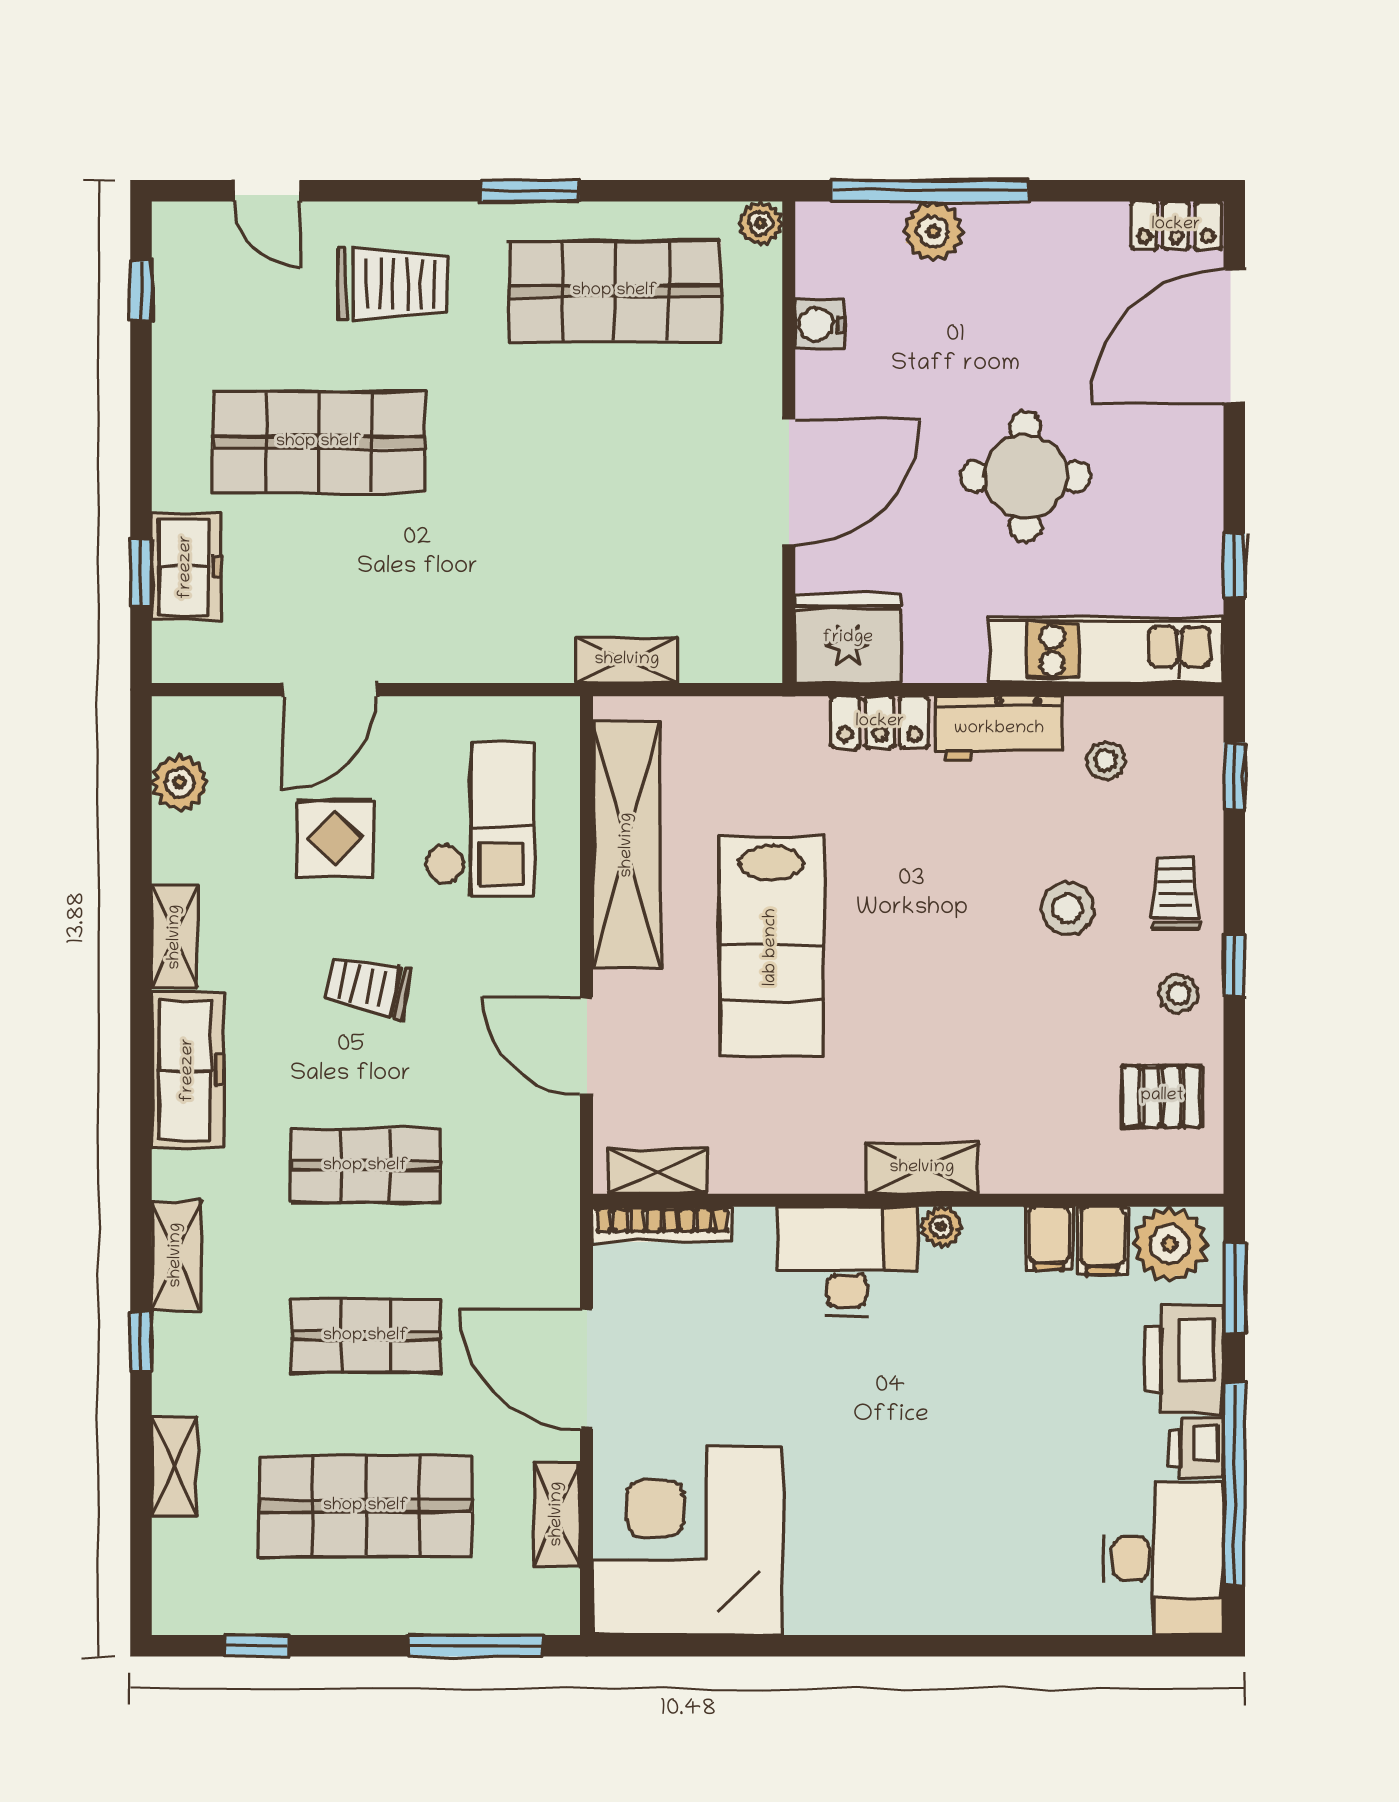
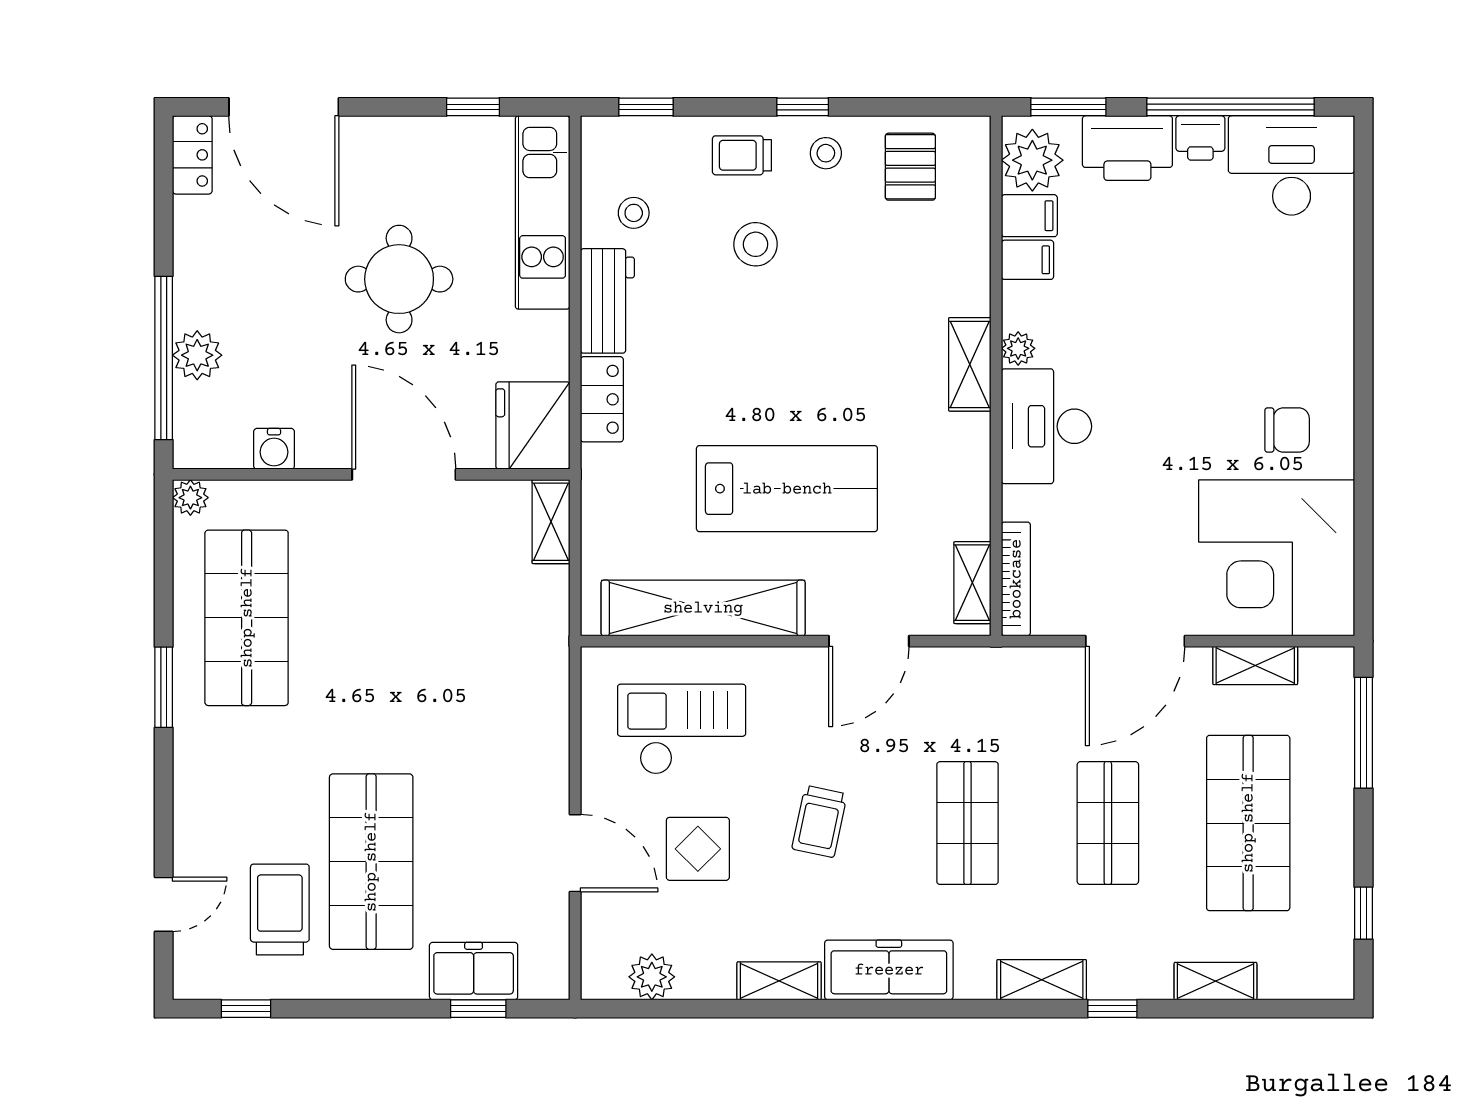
trolley: (393, 284) -> (280, 909), moved
shelving: (627, 660) -> (551, 522), moved
chair: (843, 1553) -> (1287, 430), added

